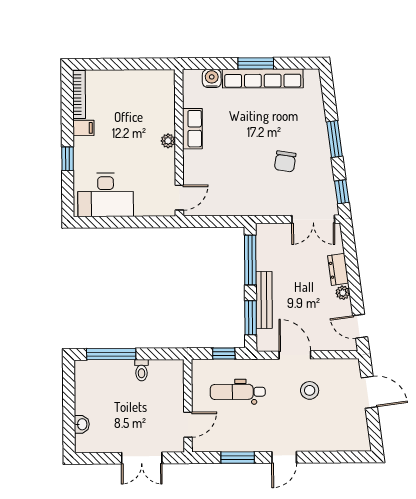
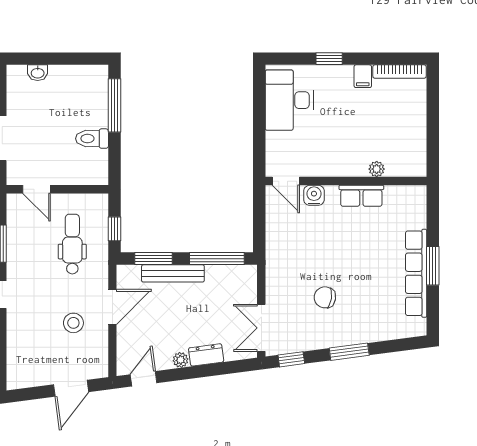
water cooler: (212, 78) -> (314, 195), moved, turned -90
plant: (168, 141) -> (377, 169), moved
toilet: (141, 370) -> (92, 139), width x1.37, depth x1.39

